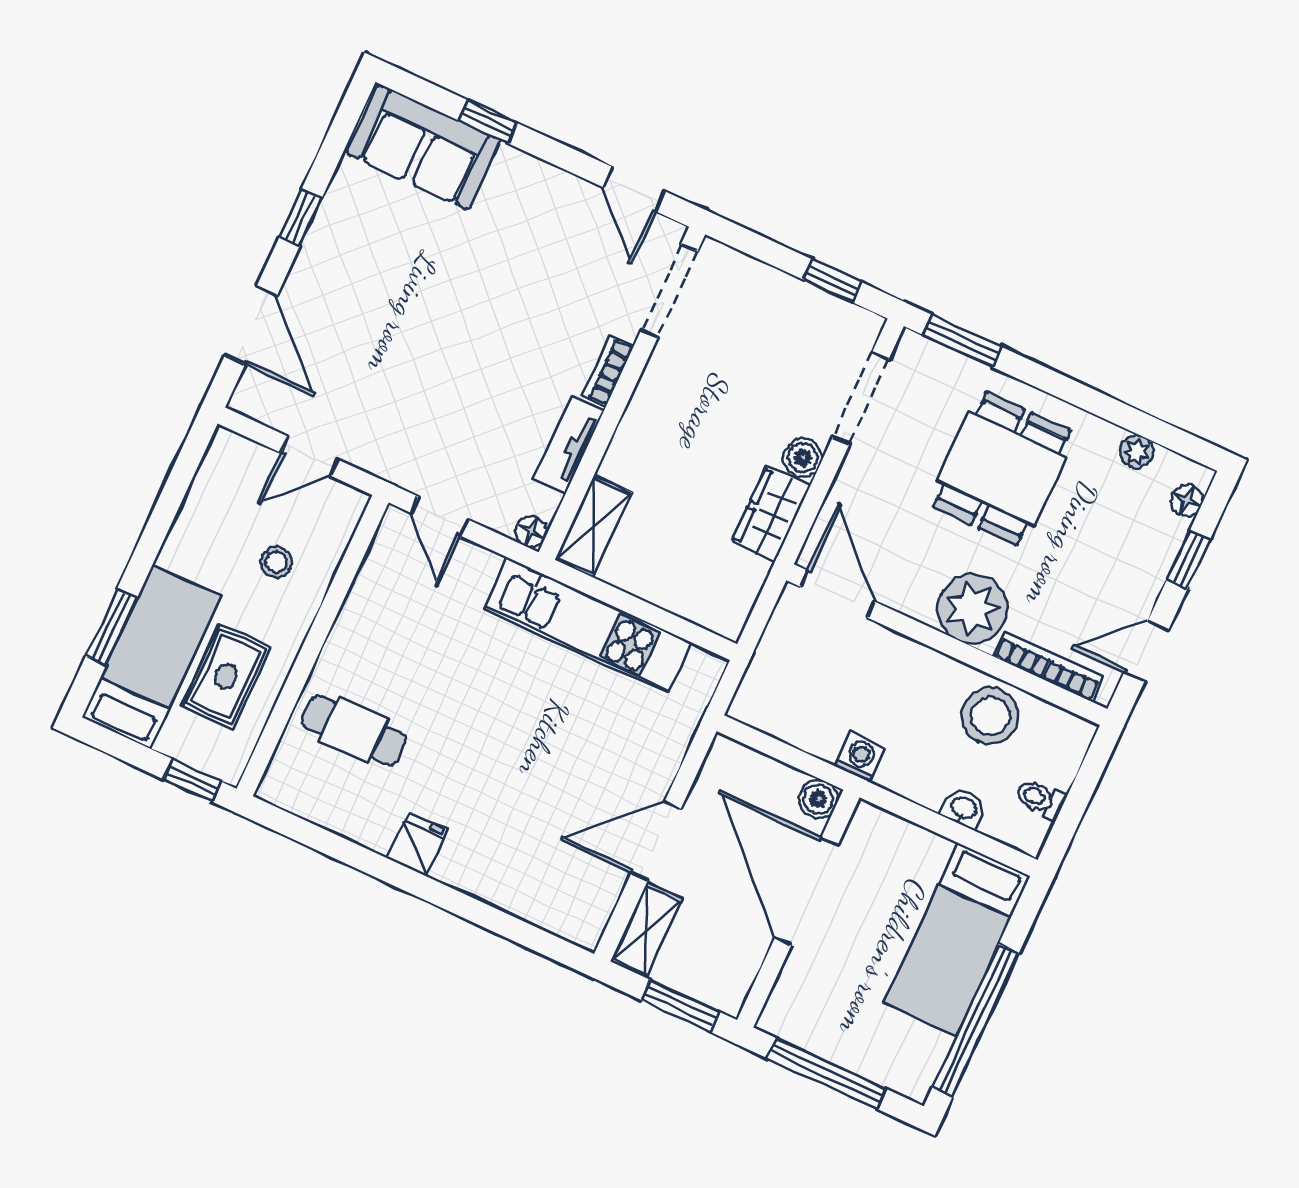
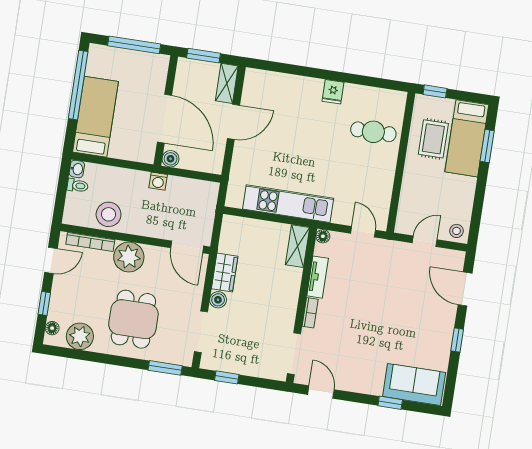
plant: (1137, 452) -> (80, 336), width x1.88, depth x1.88
stool: (276, 562) -> (457, 231), moved
washbasin: (963, 808) -> (77, 169), moved, turned -90

